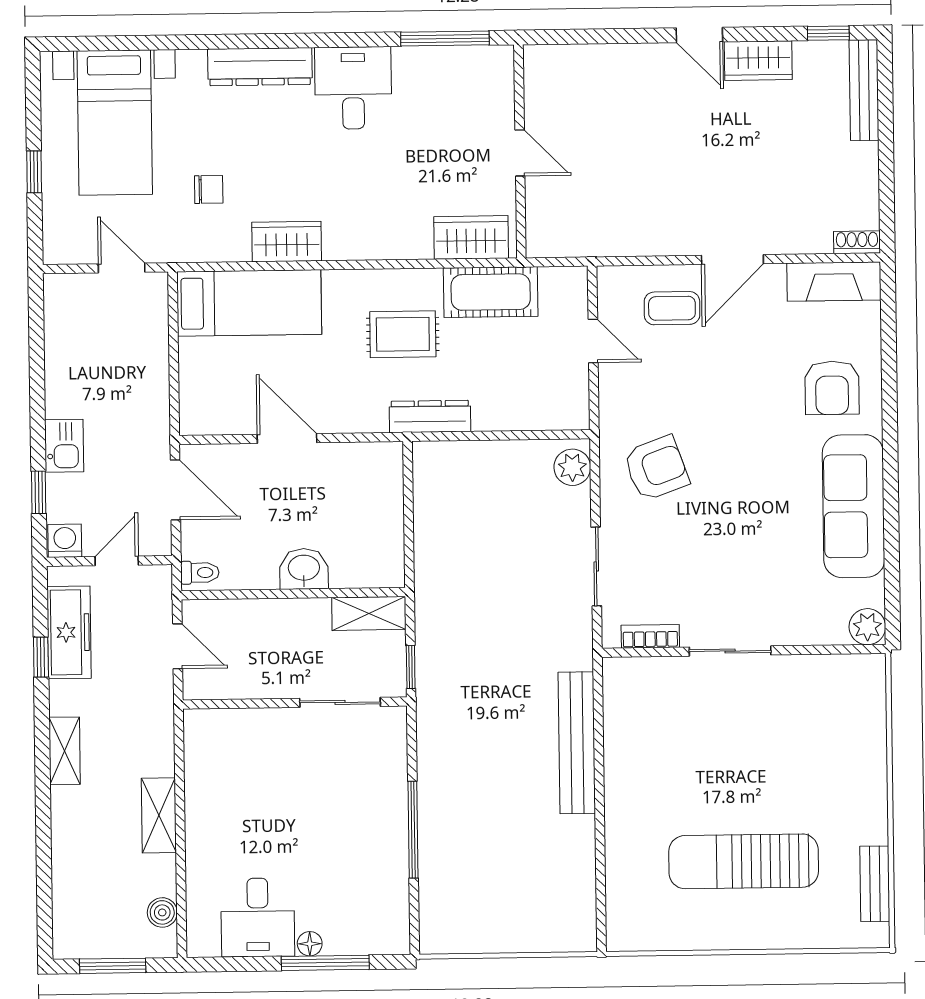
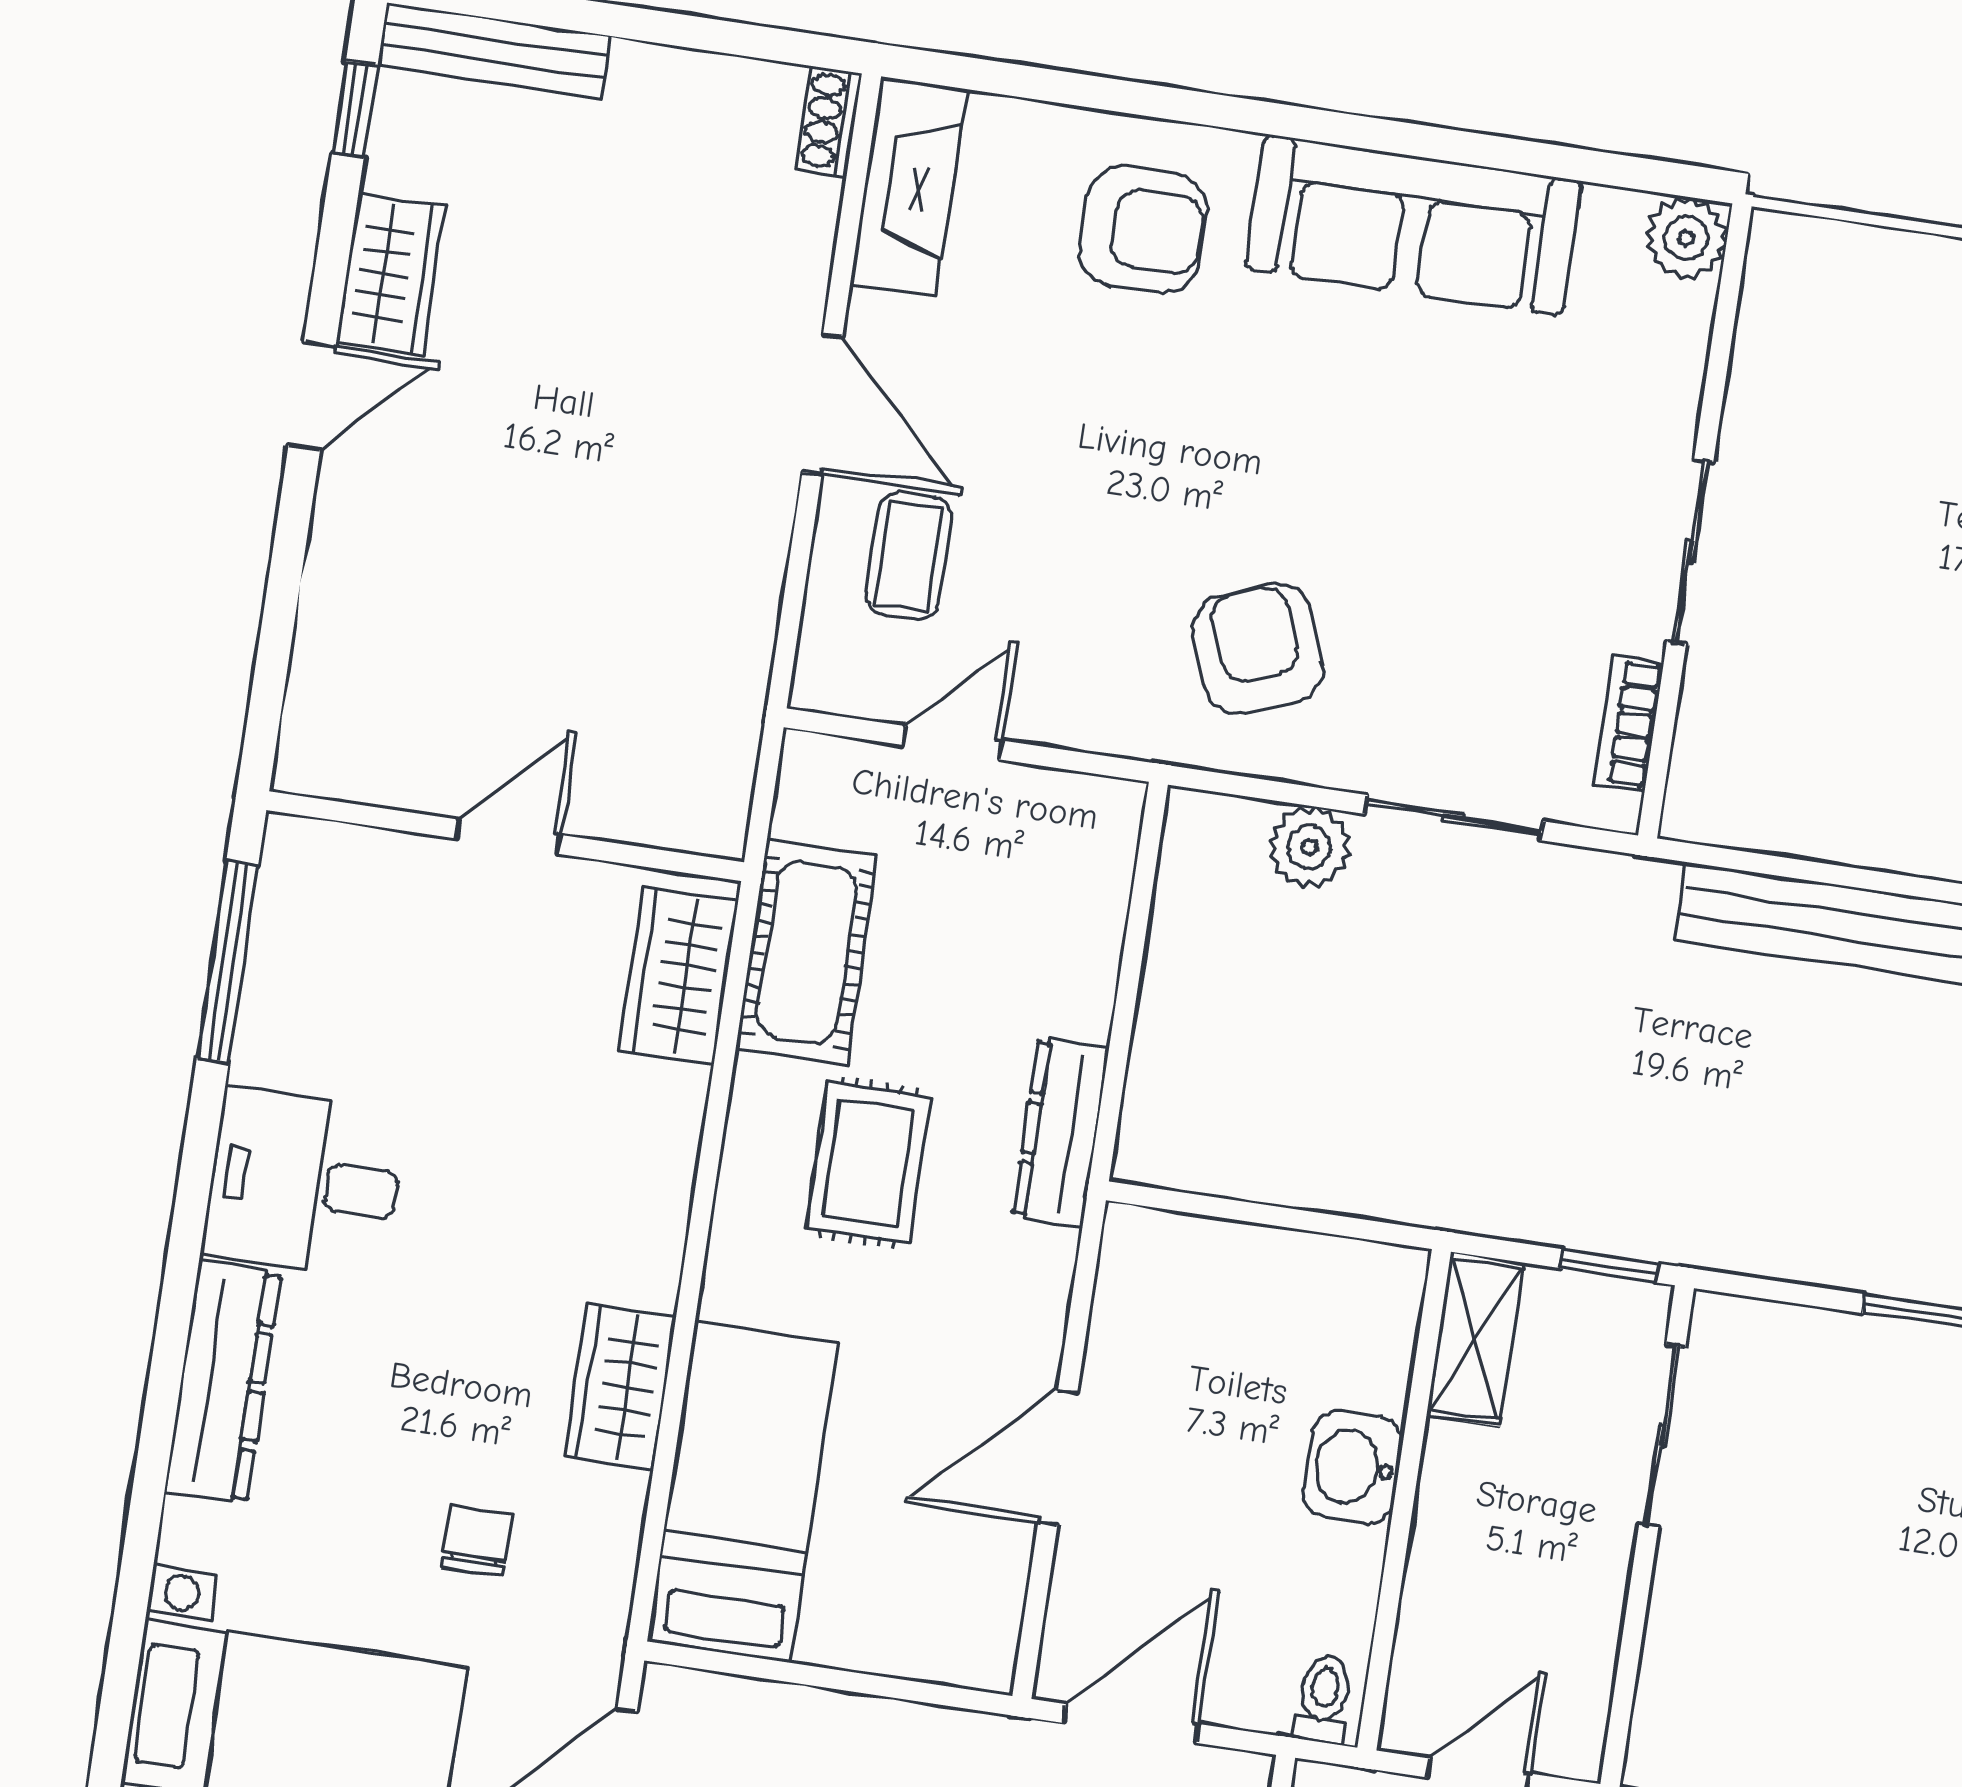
plant: (572, 467) -> (1309, 847), moved

